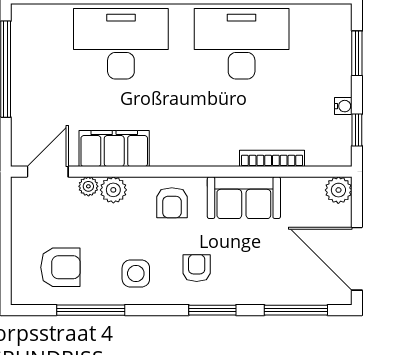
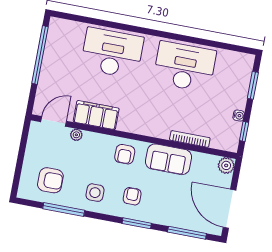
plant: (113, 190) -> (91, 140), removed

